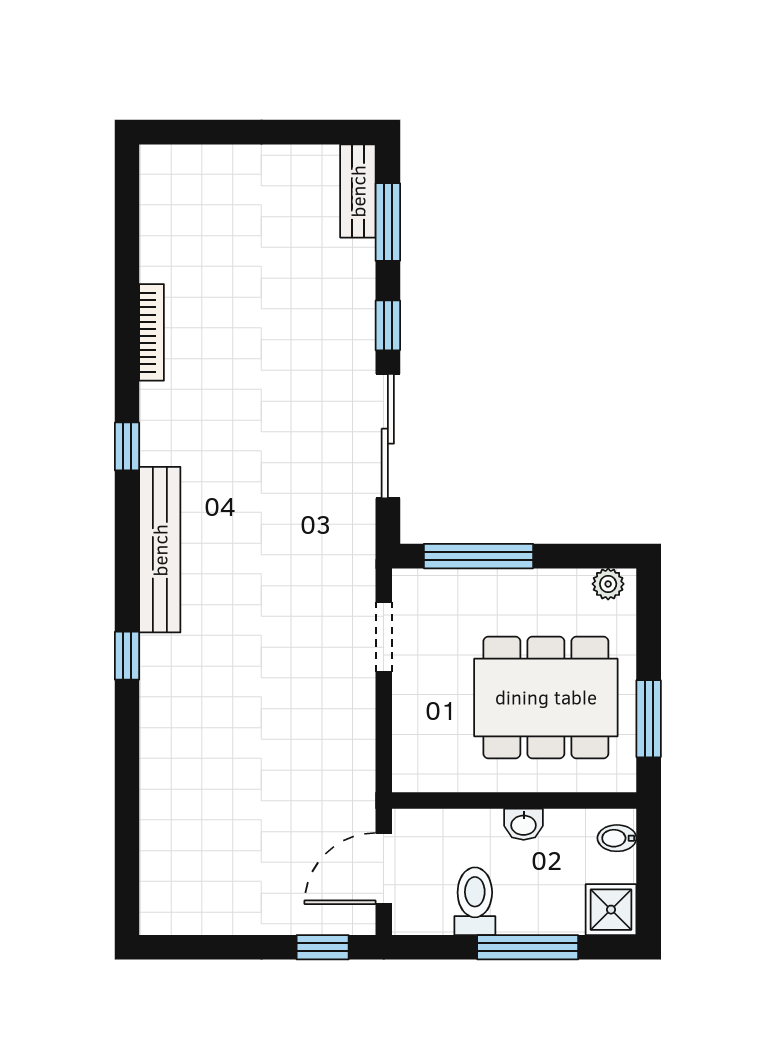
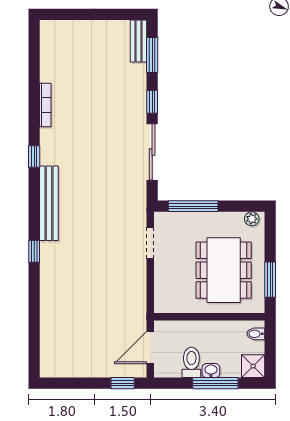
dining table: (546, 697) -> (224, 270), turned 90
washbasin: (524, 824) -> (211, 371), moved, turned 180

